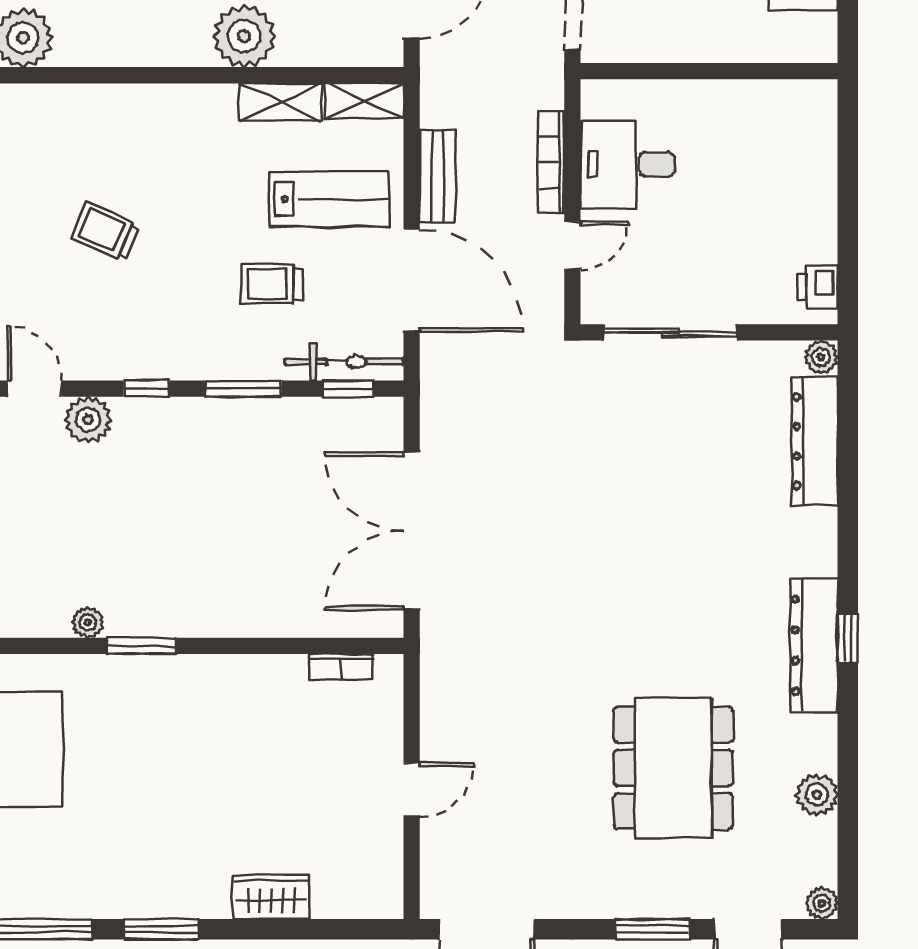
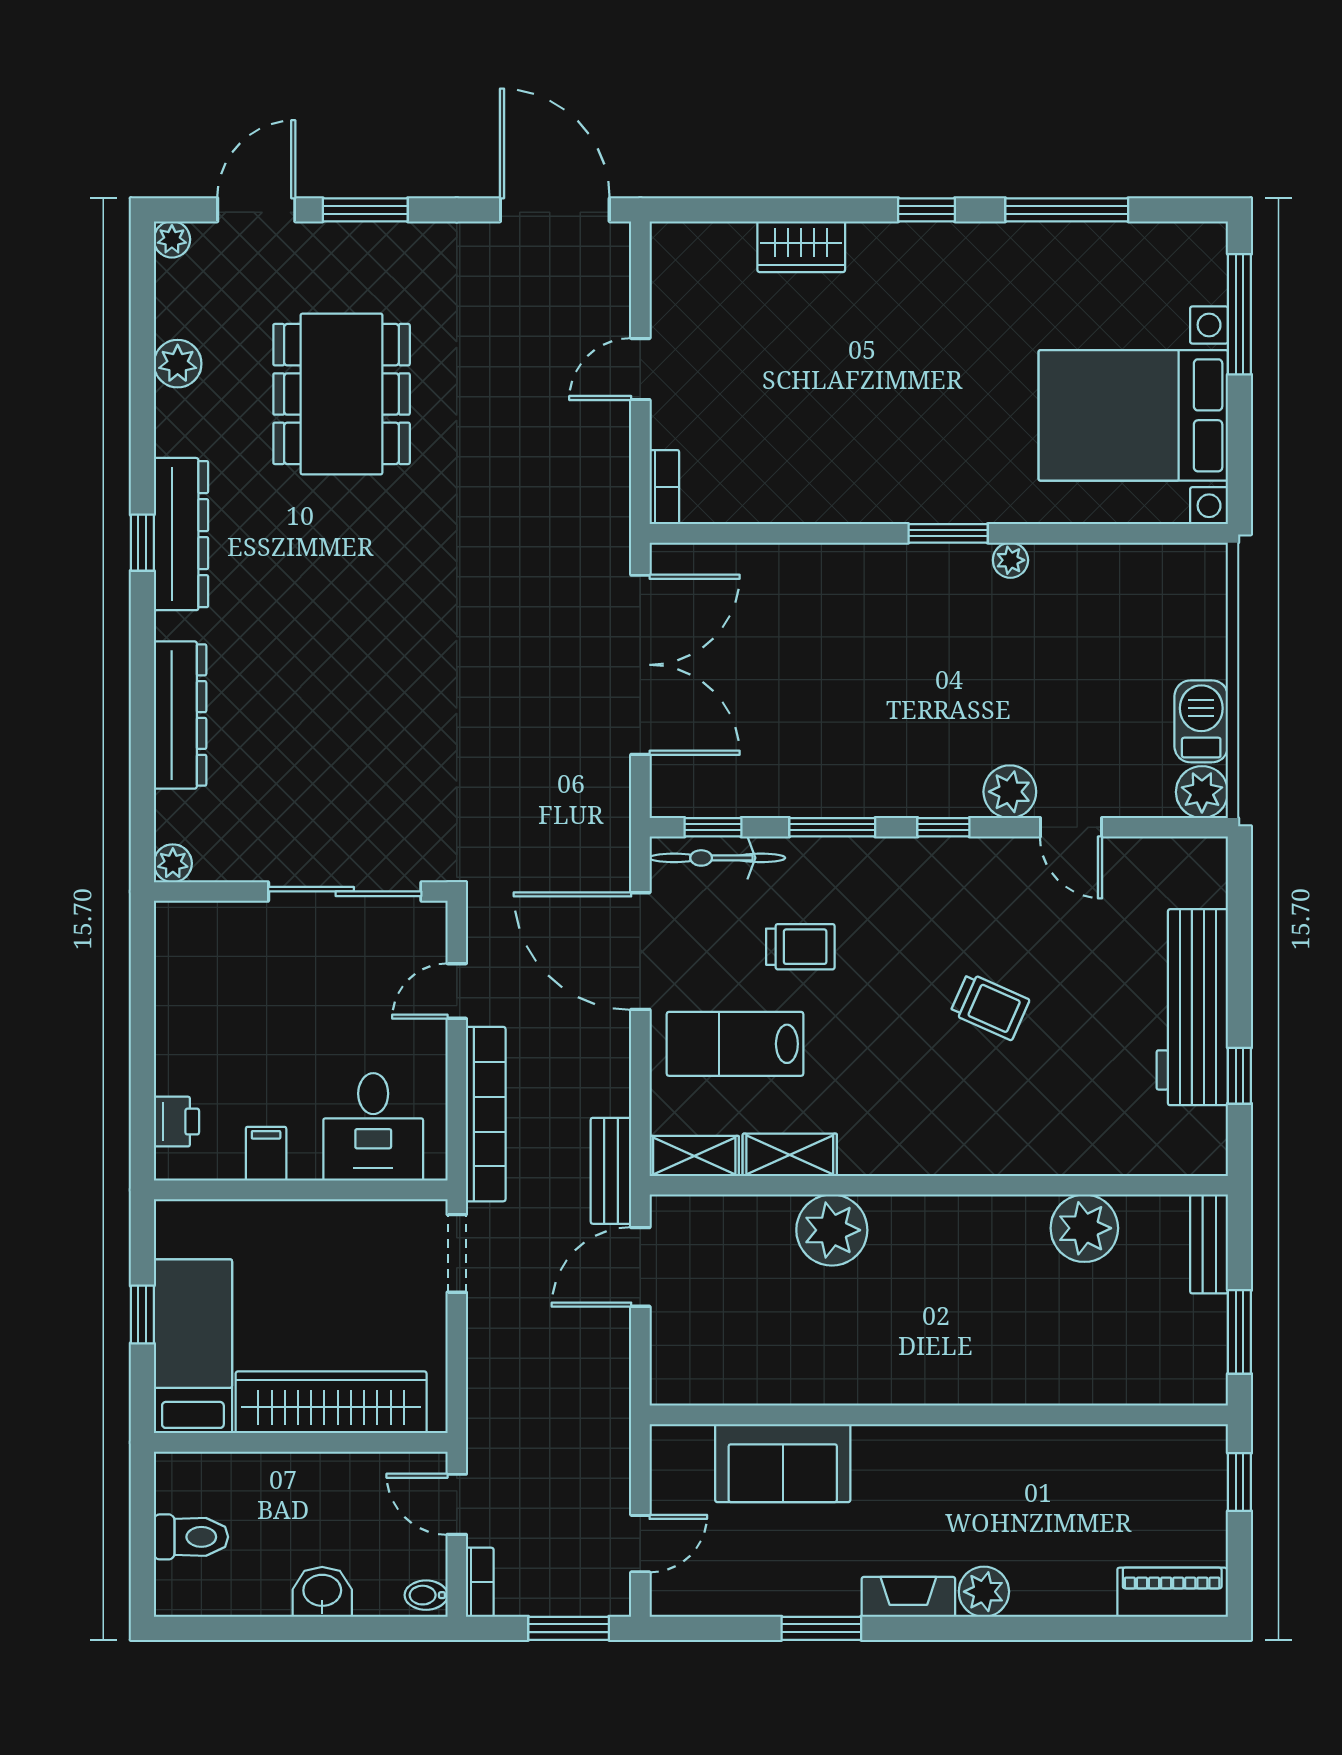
filing cabinet: (739, 103) -> (266, 1154), added
bookcase: (551, 162) -> (486, 1114), width x1.48, depth x1.31
desk: (628, 164) -> (373, 1127), moved, turned 90
bench: (437, 176) -> (611, 1171), moved
printer: (818, 287) -> (176, 1122), moved
dresser: (815, 441) -> (180, 715), moved
bookcase: (341, 667) -> (664, 487), moved, turned 90
window: (161, 929) -> (926, 210), width x0.67

